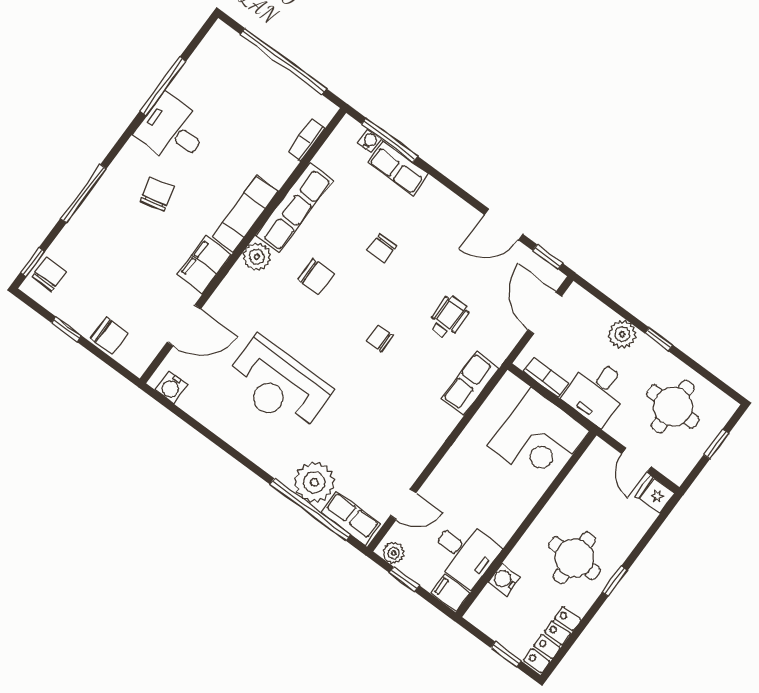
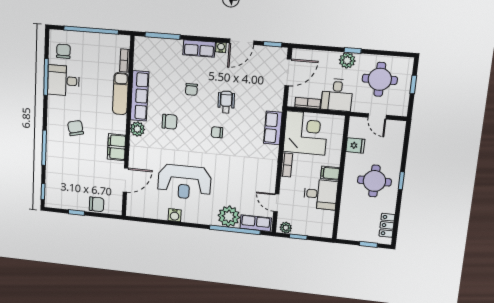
desk: (172, 130) -> (63, 81), moved
water cooler: (370, 141) -> (221, 47), moved
row of seats: (398, 168) -> (199, 48), moved
exam couch: (245, 214) -> (120, 94), moved
chair: (49, 274) -> (63, 51), moved
door: (545, 313) -> (288, 72), swing flipped
wheelchair: (448, 317) -> (226, 102), moved
plant: (622, 334) -> (347, 60), moved
water cooler: (171, 387) -> (175, 215), moved
corner desk: (539, 438) -> (306, 133), moved, turned -90
bookcase: (456, 454) -> (287, 165), added
fridge: (655, 495) -> (355, 146), moved, turned 180
door: (403, 504) -> (276, 203), swing flipped
desk: (464, 553) -> (321, 194), moved
water cooler: (504, 580) -> (346, 210), removed
filing cabinet: (451, 593) -> (330, 173), moved
locker: (552, 640) -> (387, 225), width x0.66

